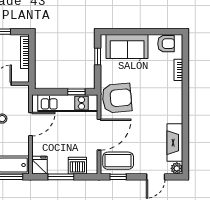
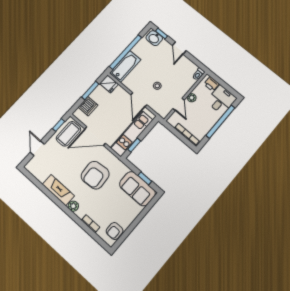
sofa: (127, 46) -> (137, 189), moved, turned -90
armchair: (117, 98) -> (95, 175), moved
door: (99, 135) -> (95, 136), hinge flipped
fireplace: (175, 143) -> (58, 190), moved
plant: (177, 168) -> (73, 206), moved

